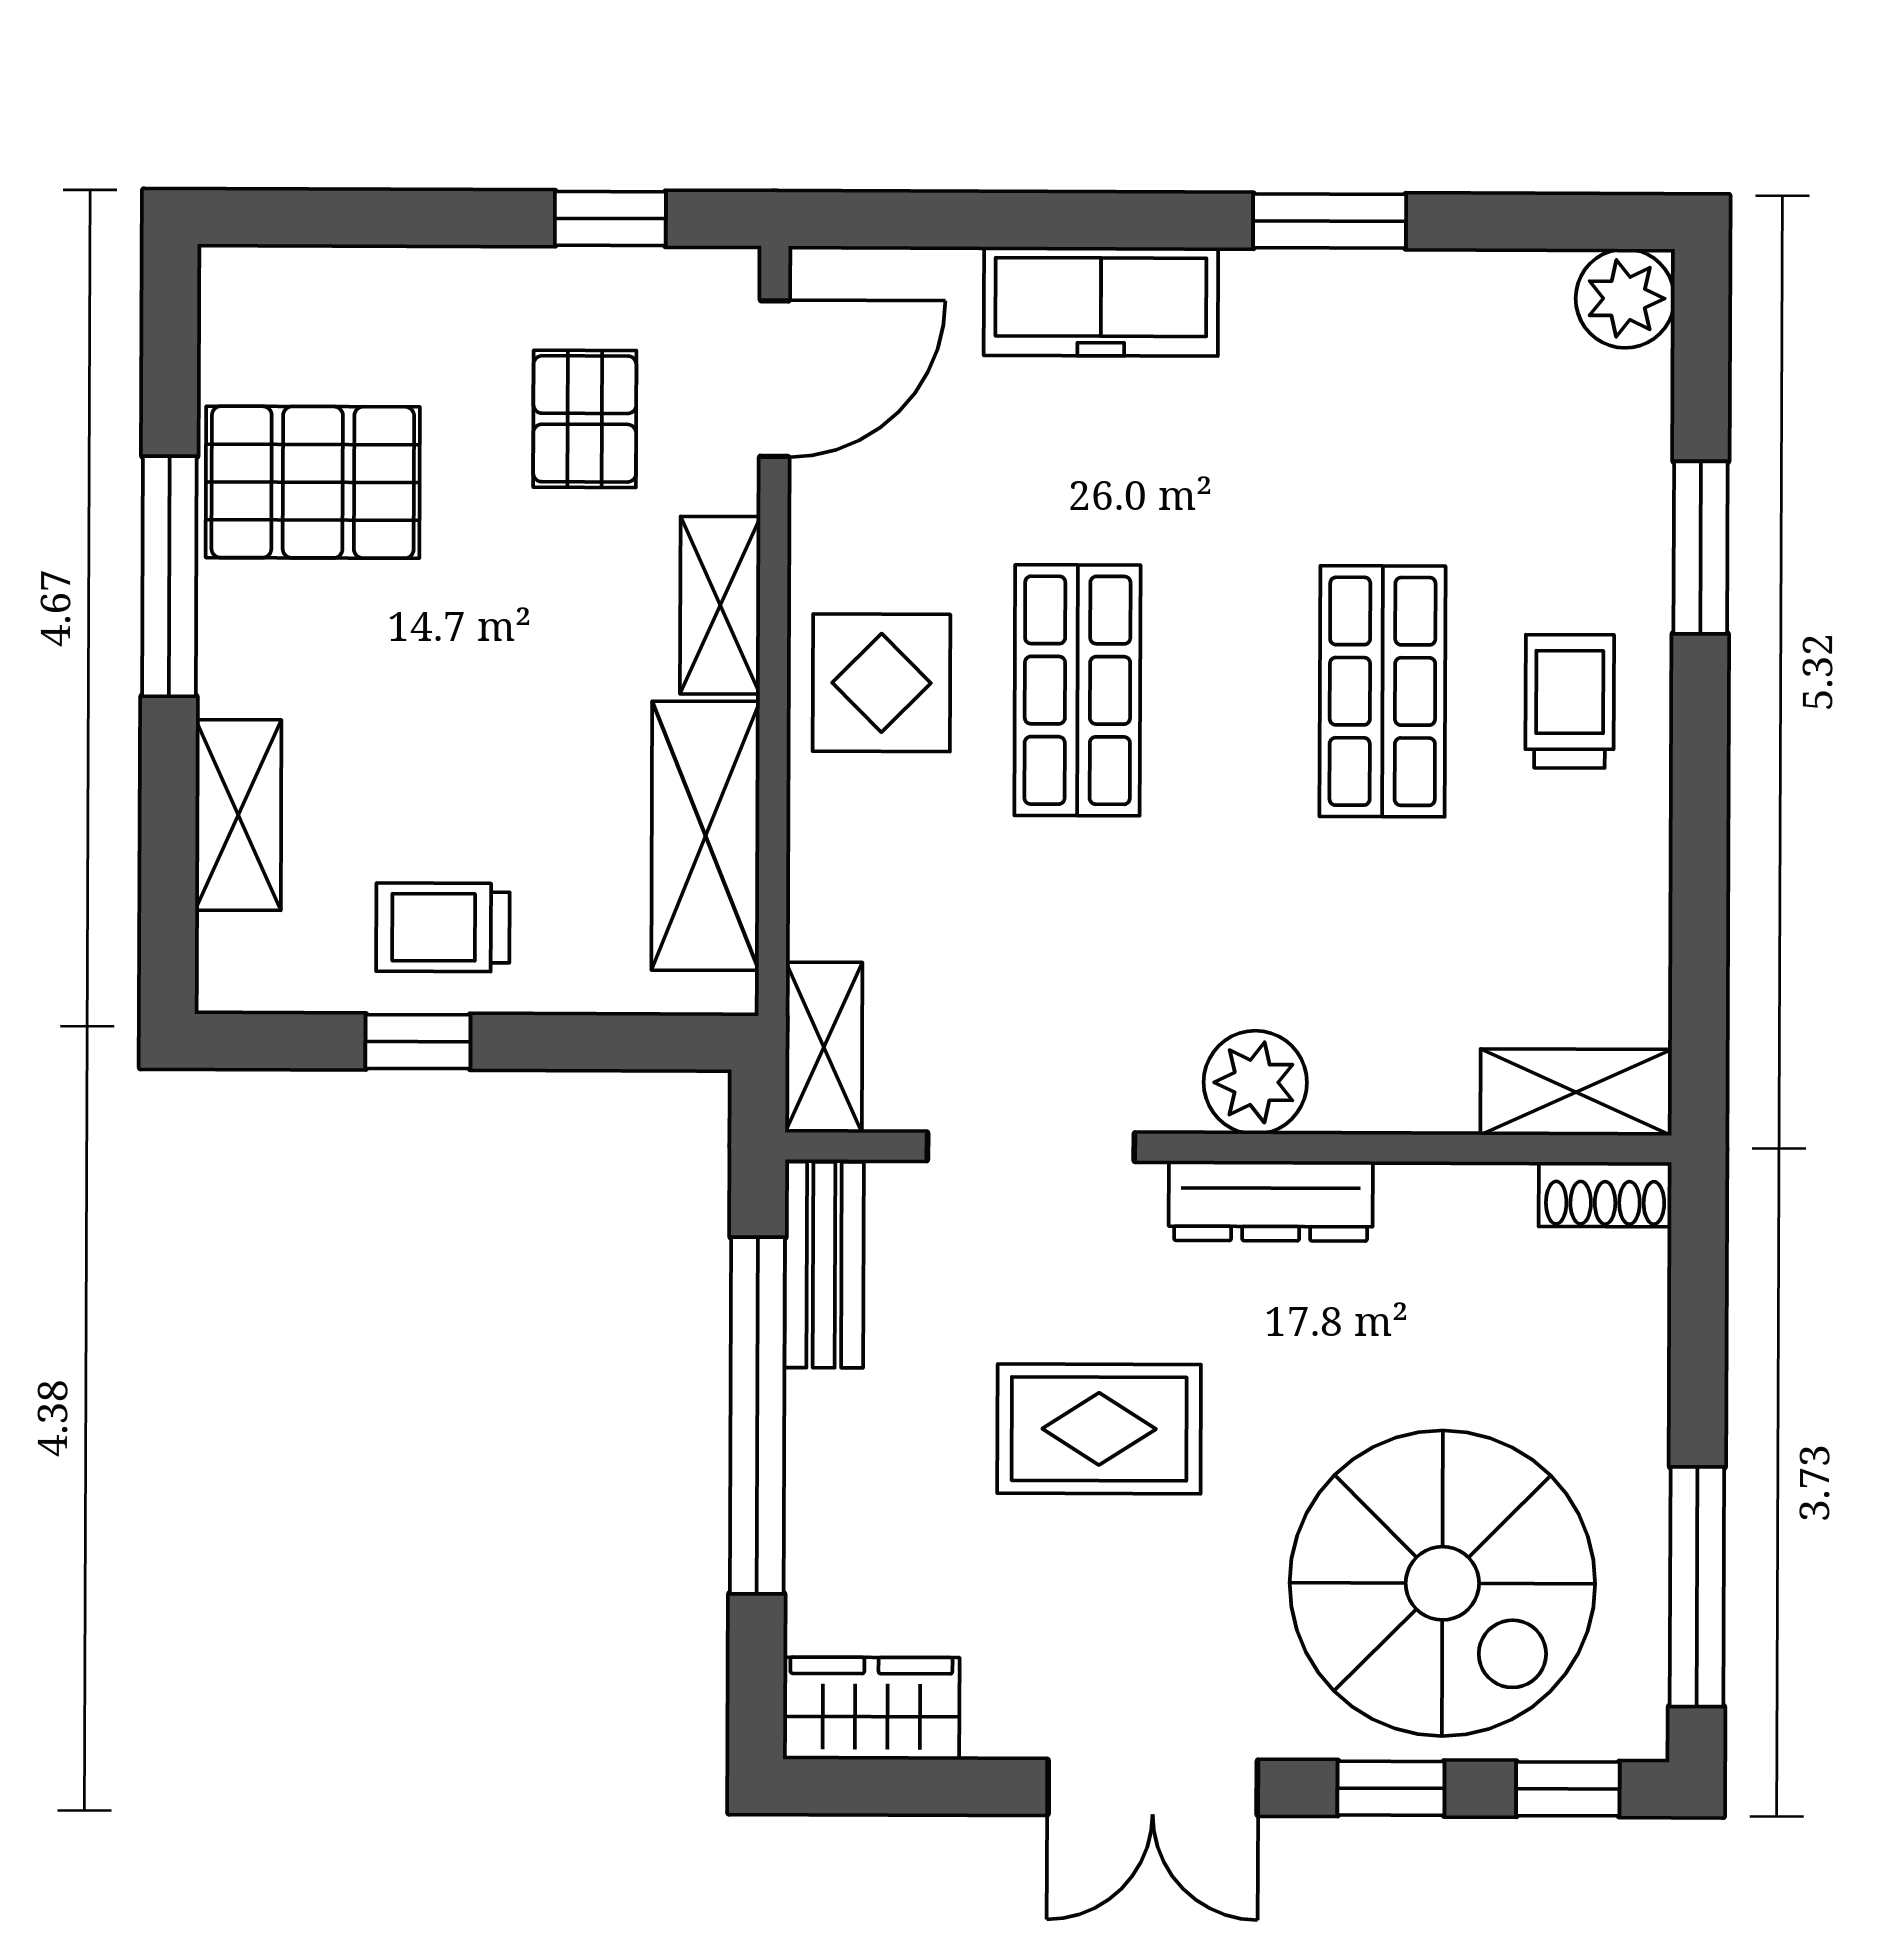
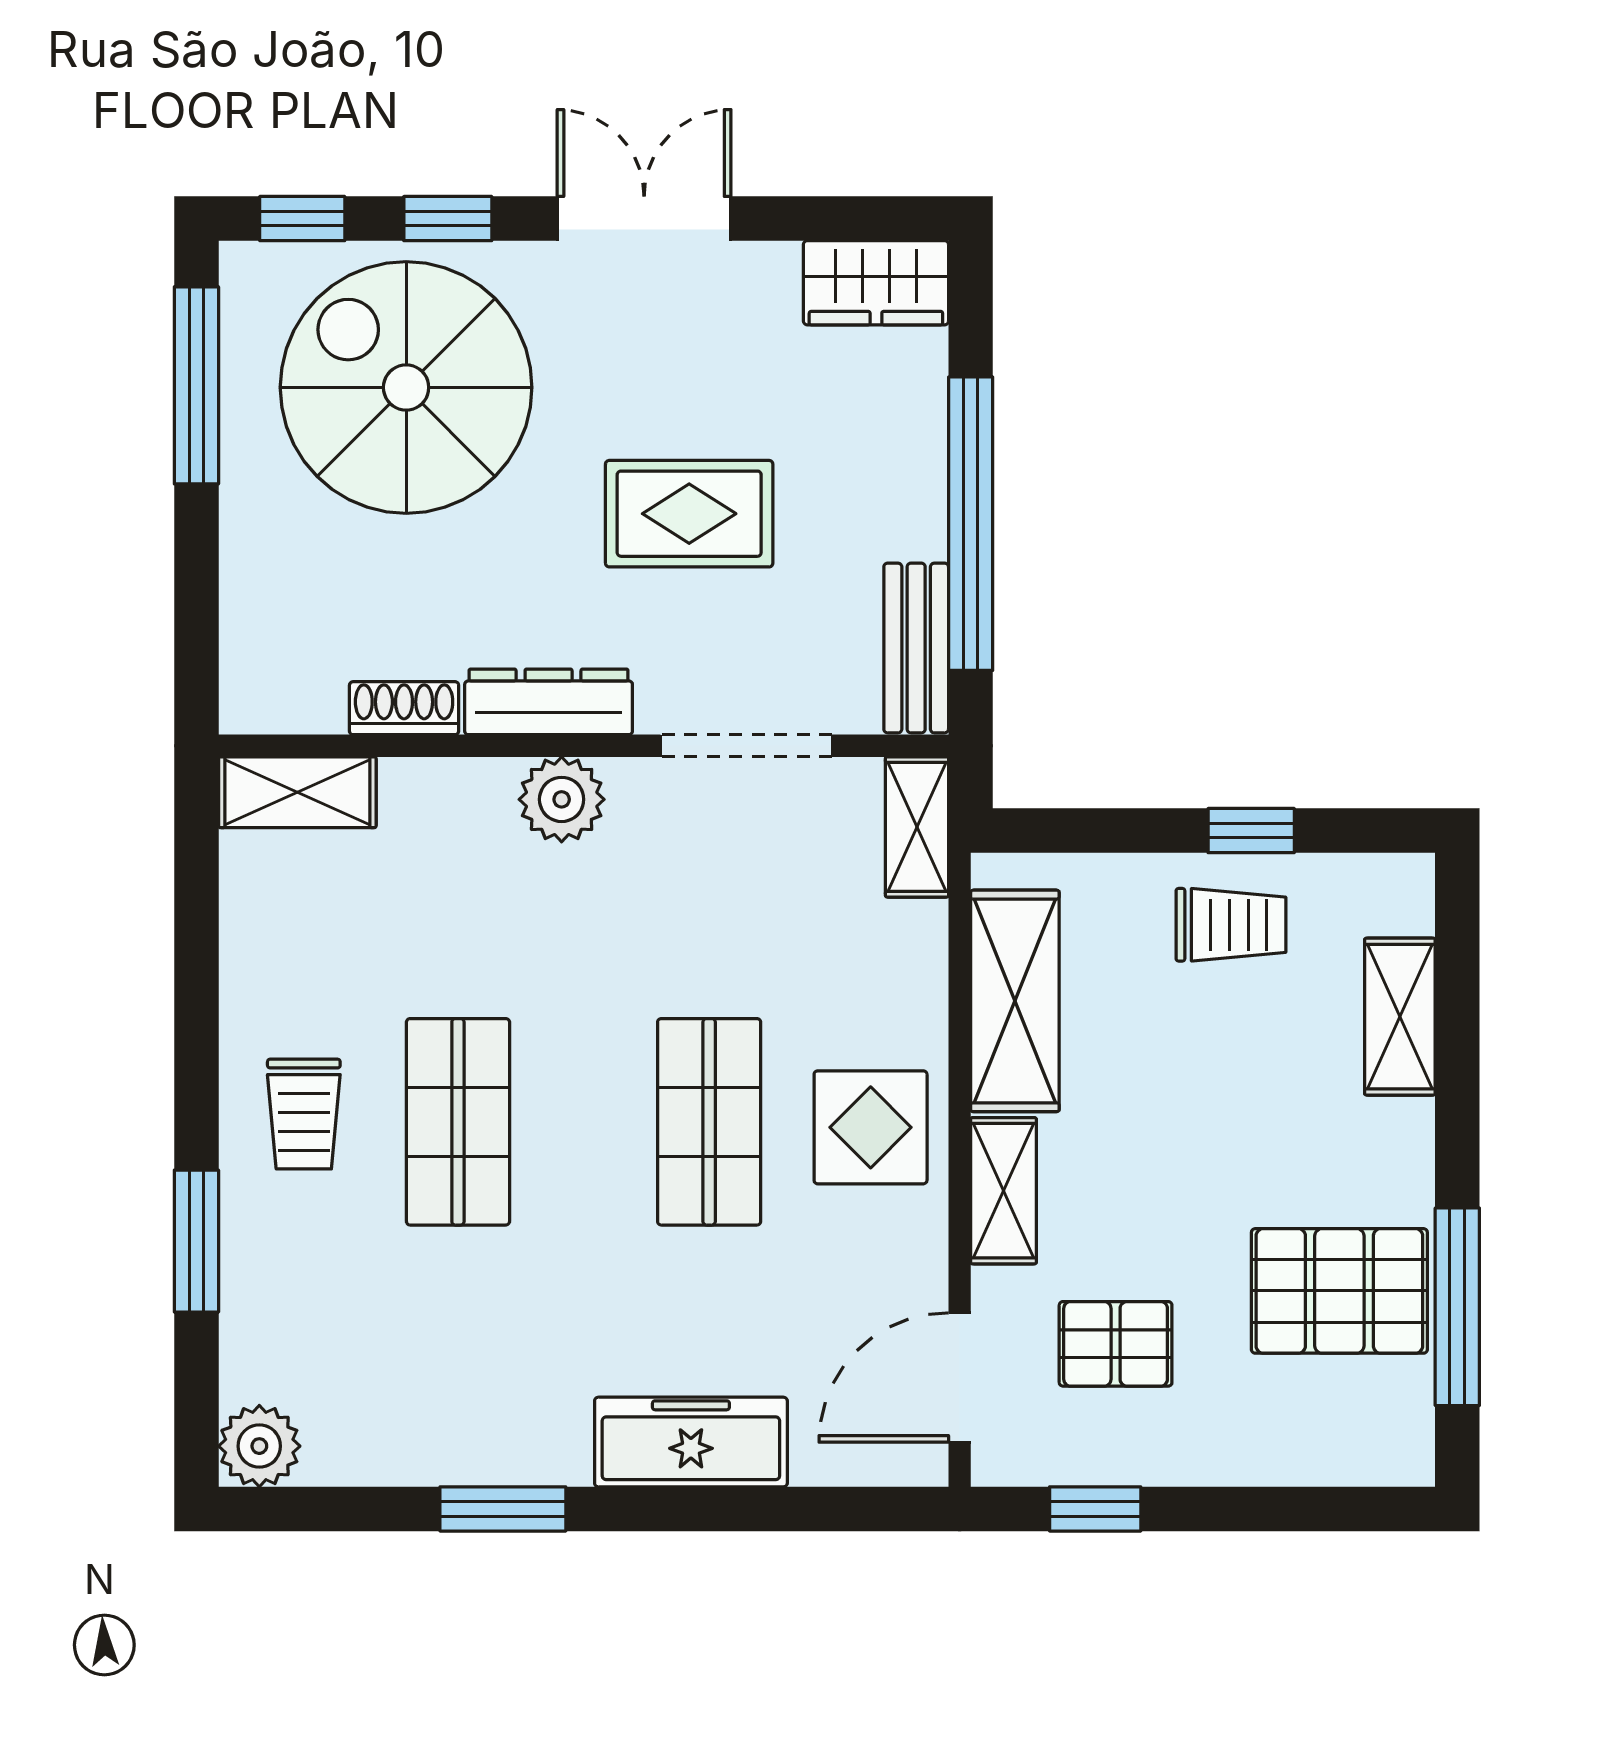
pallet: (585, 419) -> (1116, 1344), turned 90
window: (169, 576) -> (1457, 1307), moved
shoe rack: (1605, 1194) -> (404, 708), moved

